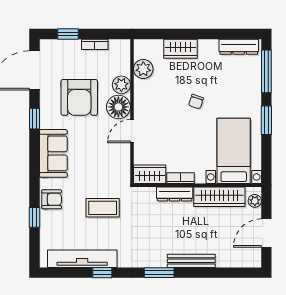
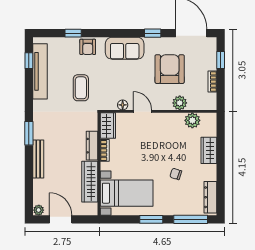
armchair: (79, 97) -> (170, 69), turned 90
chair: (196, 102) -> (176, 174), moved
floor lamp: (118, 107) -> (123, 105), moved, width x0.53, depth x0.53
plant: (255, 201) -> (39, 210), moved
window: (102, 273) -> (29, 61), moved

